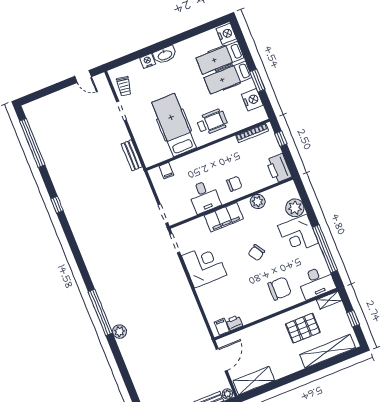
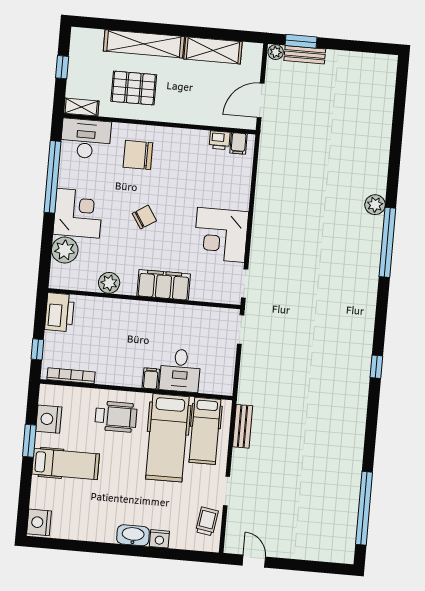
hospital bed: (220, 58) -> (205, 431), moved, turned 90
wheelchair: (212, 122) -> (116, 417), turned 180
filing cabinet: (166, 171) -> (151, 379), moved
chair: (234, 184) -> (128, 321), removed
desk: (204, 197) -> (180, 370), moved, turned 180
window: (57, 205) -> (376, 367), moved
shelving: (328, 351) -> (144, 44), moved
shelving: (254, 381) -> (213, 50), moved

